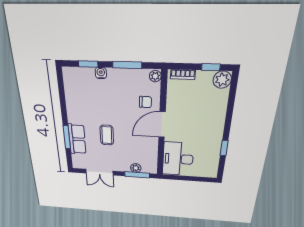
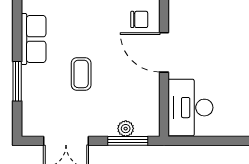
door: (162, 125) -> (164, 52), hinge flipped
row of seats: (77, 139) -> (34, 39), moved

